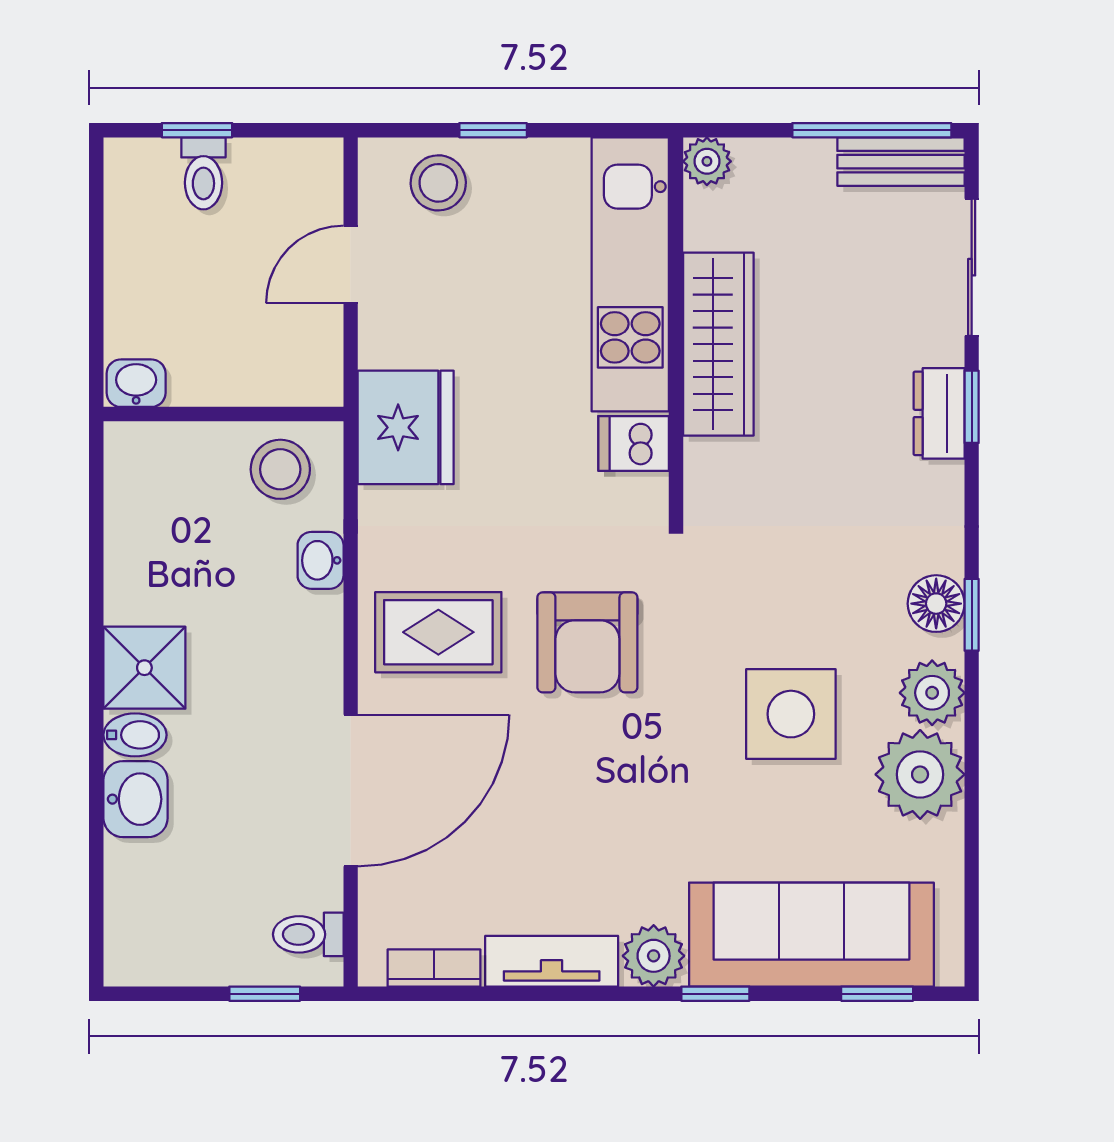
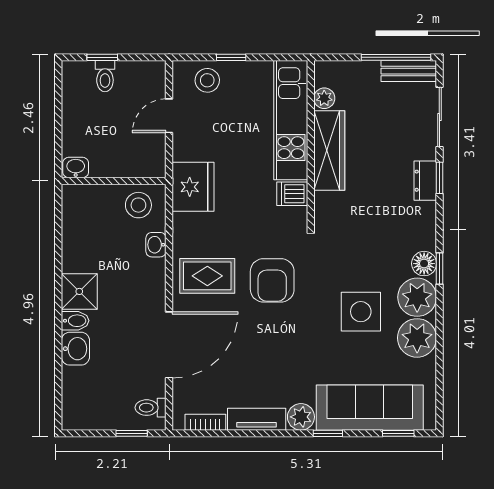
plant: (707, 161) -> (324, 98), moved
plant: (932, 693) -> (417, 297), width x1.36, depth x1.36

